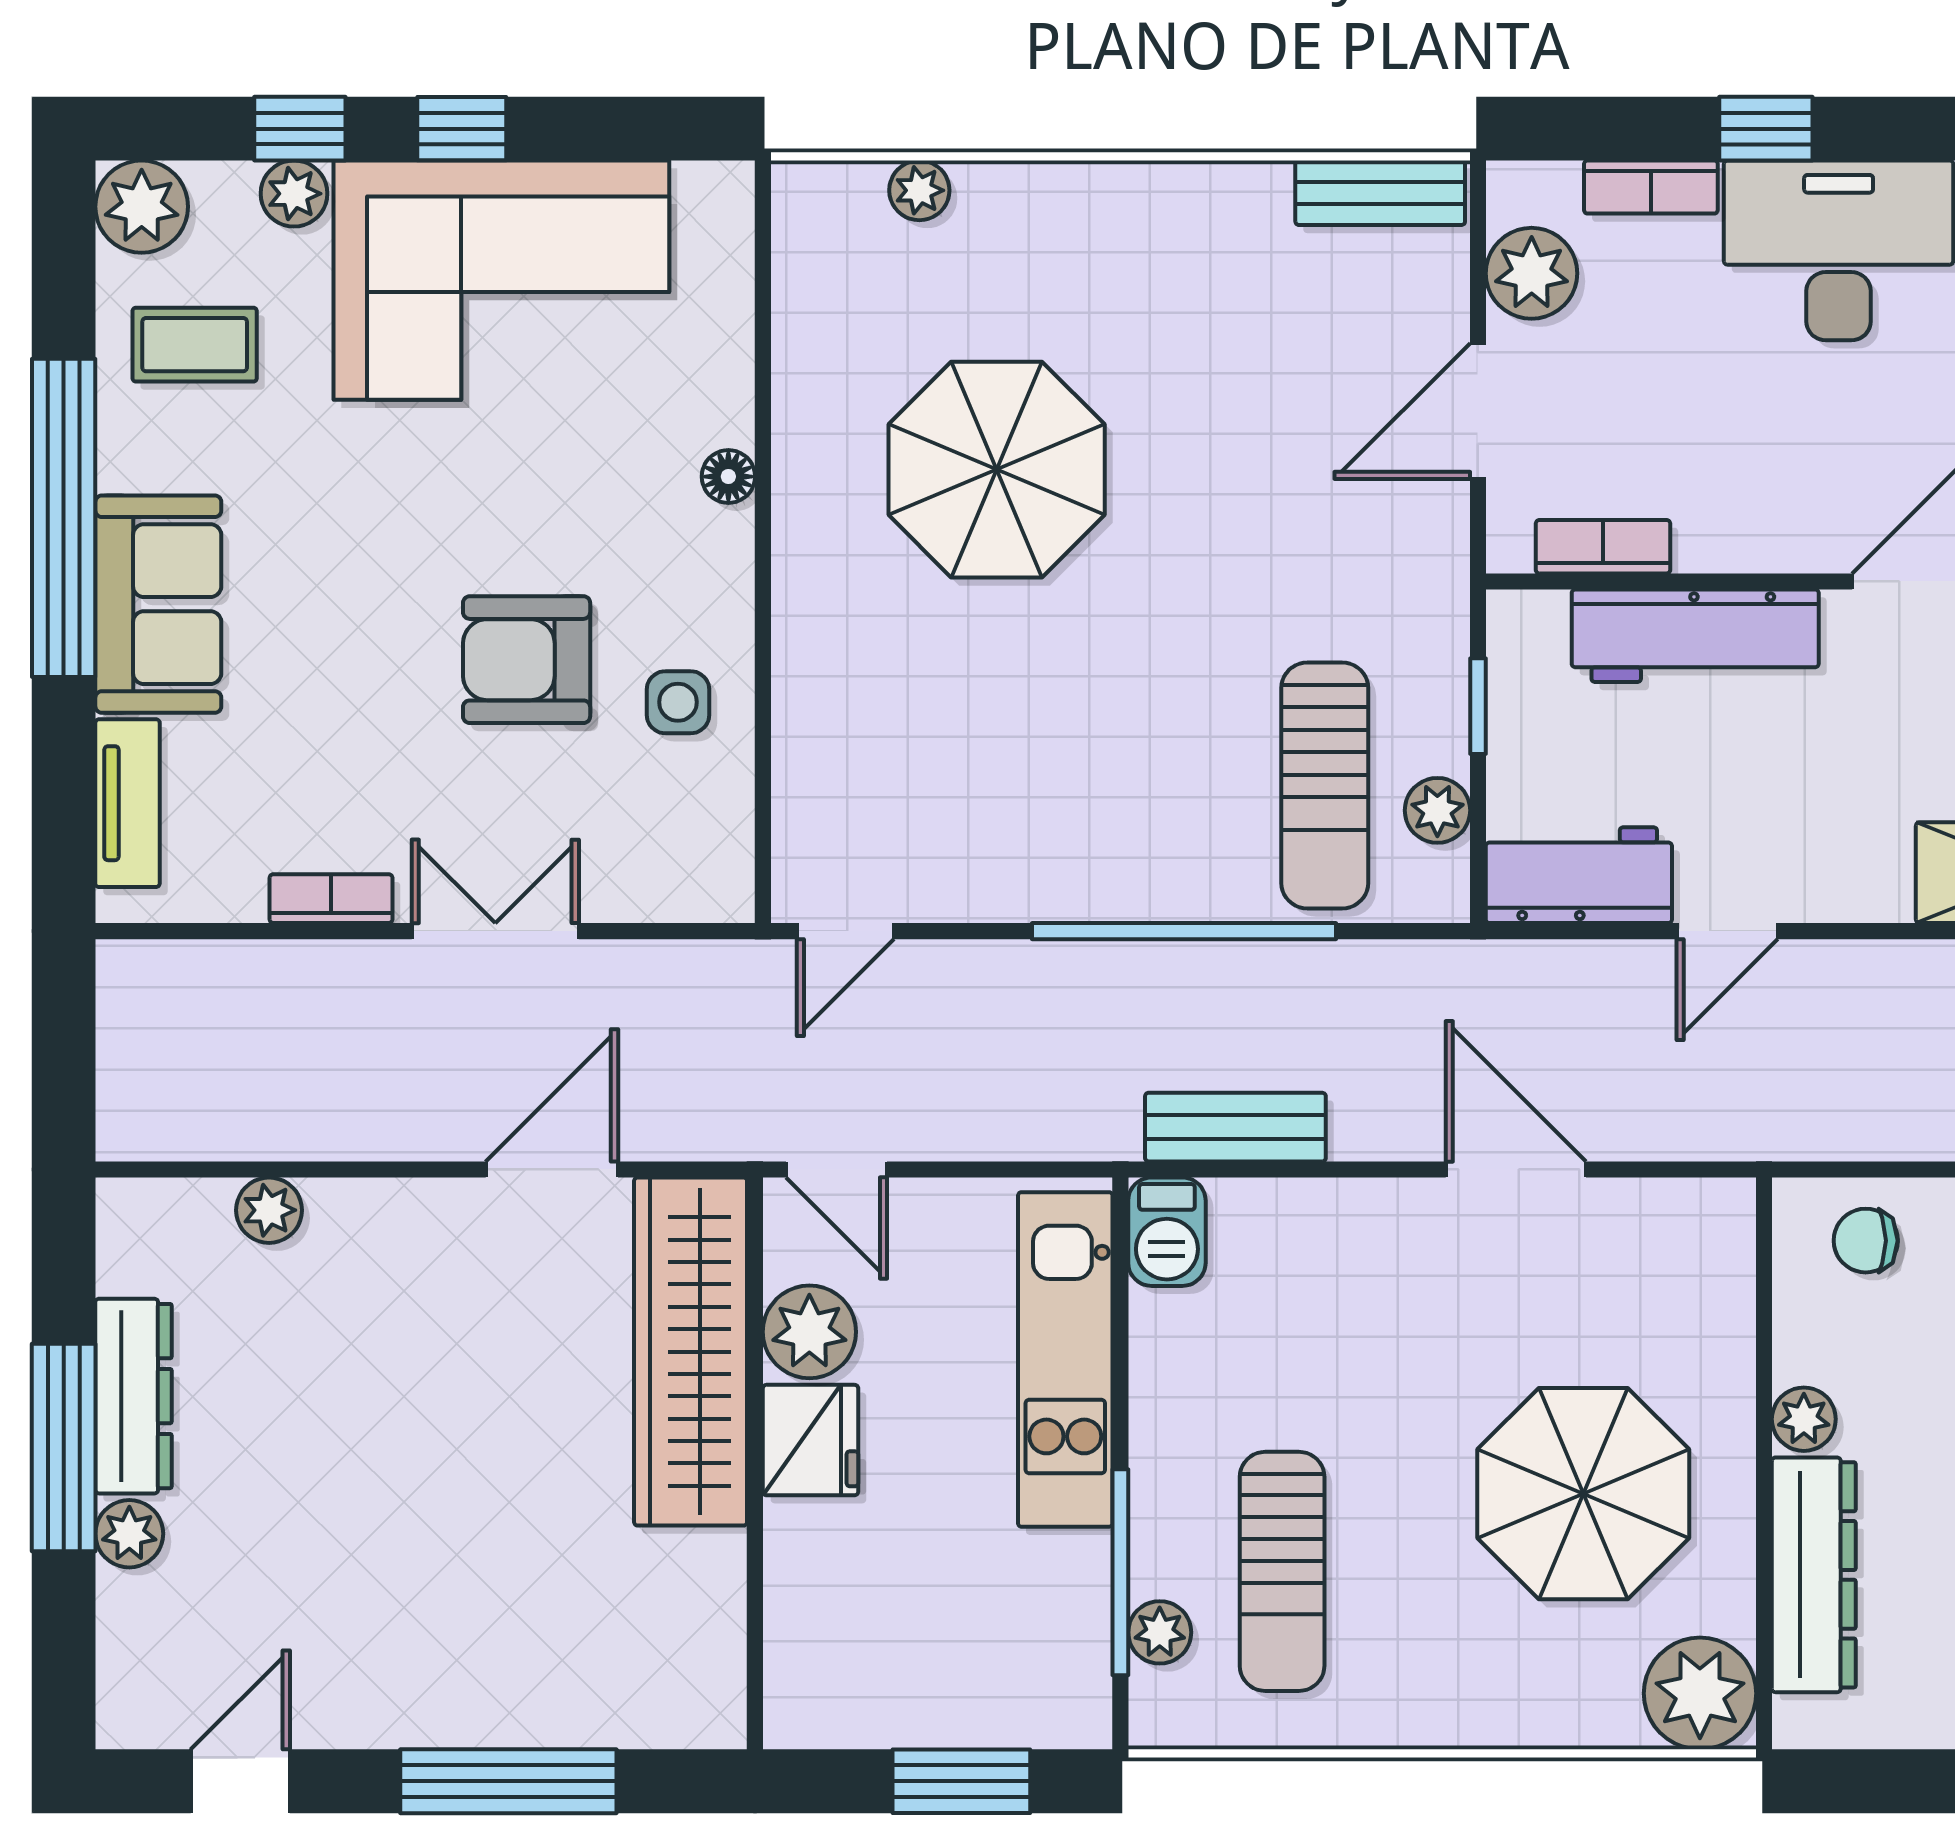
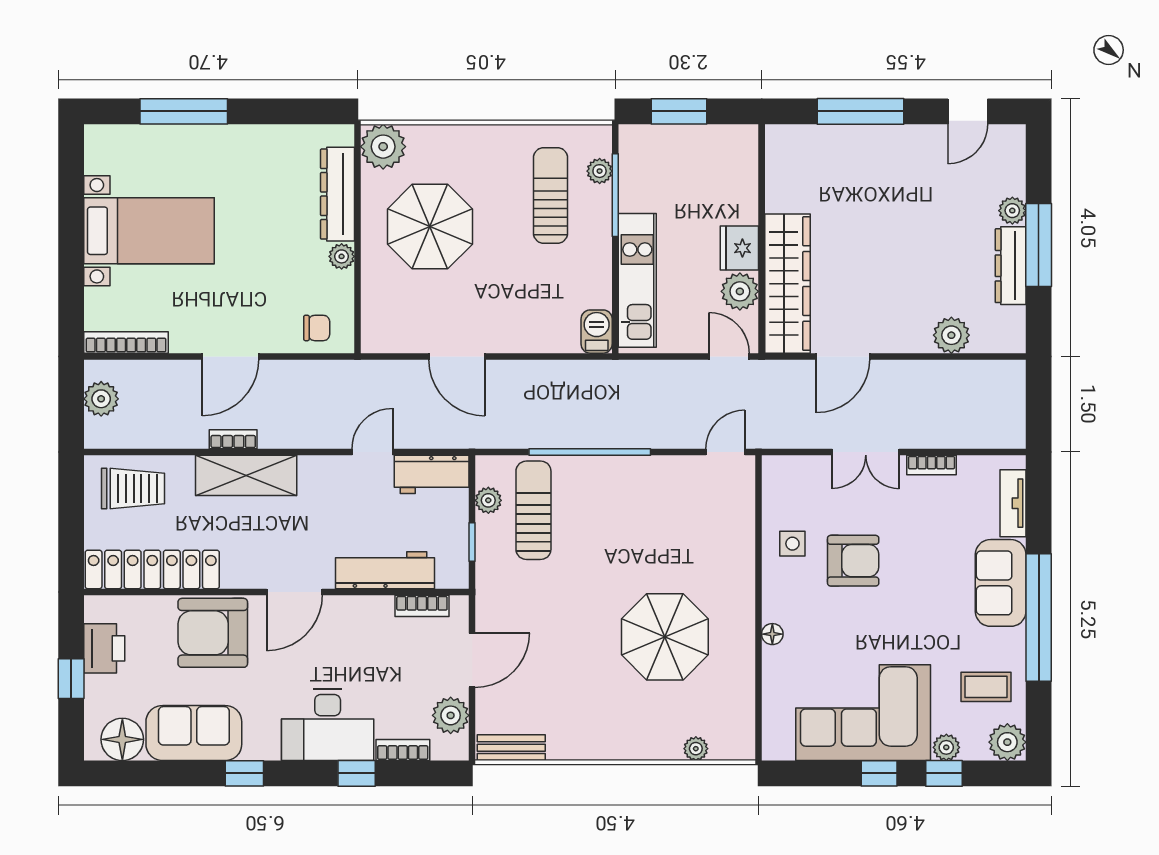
bench: (1235, 1127) -> (569, 373), removed
plant: (269, 1210) -> (951, 335), width x1.38, depth x1.38

